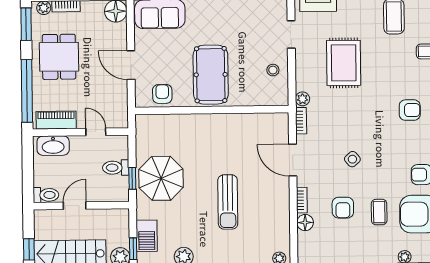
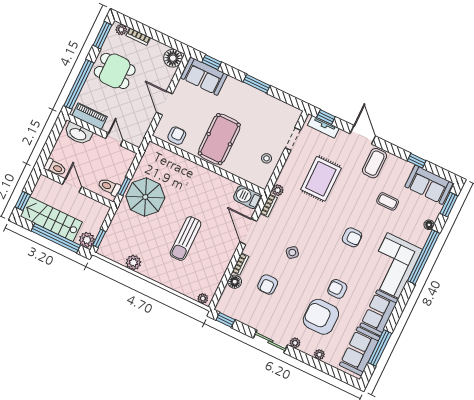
dining table: (59, 57) -> (115, 71), turned 90
toilet: (116, 168) -> (109, 187), moved
door: (75, 206) -> (72, 186), hinge flipped
coffee table: (379, 212) -> (293, 301), removed
barbecue: (147, 236) -> (247, 197), moved, turned 90

